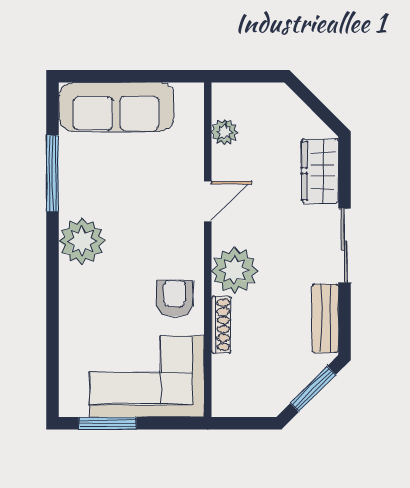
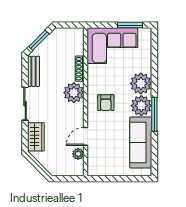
sofa: (116, 107) -> (141, 143), moved, turned -90
window: (53, 173) -> (154, 114), moved
door: (208, 201) -> (86, 136), moved
plant: (83, 291) -> (141, 83), added
armchair: (175, 298) -> (106, 103), moved

